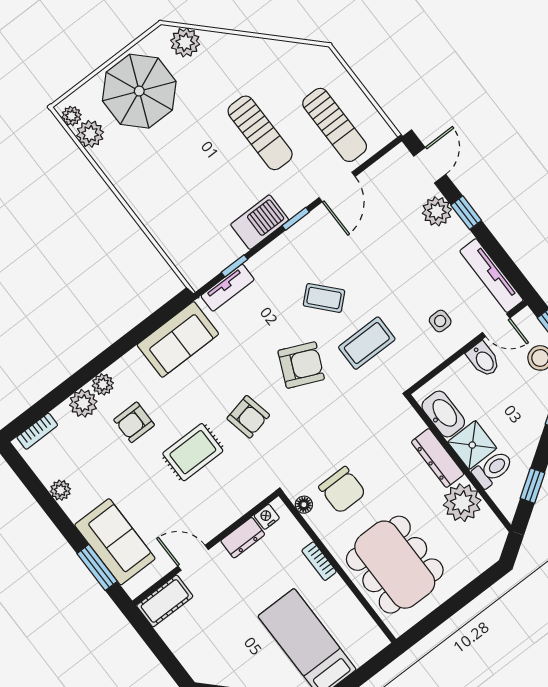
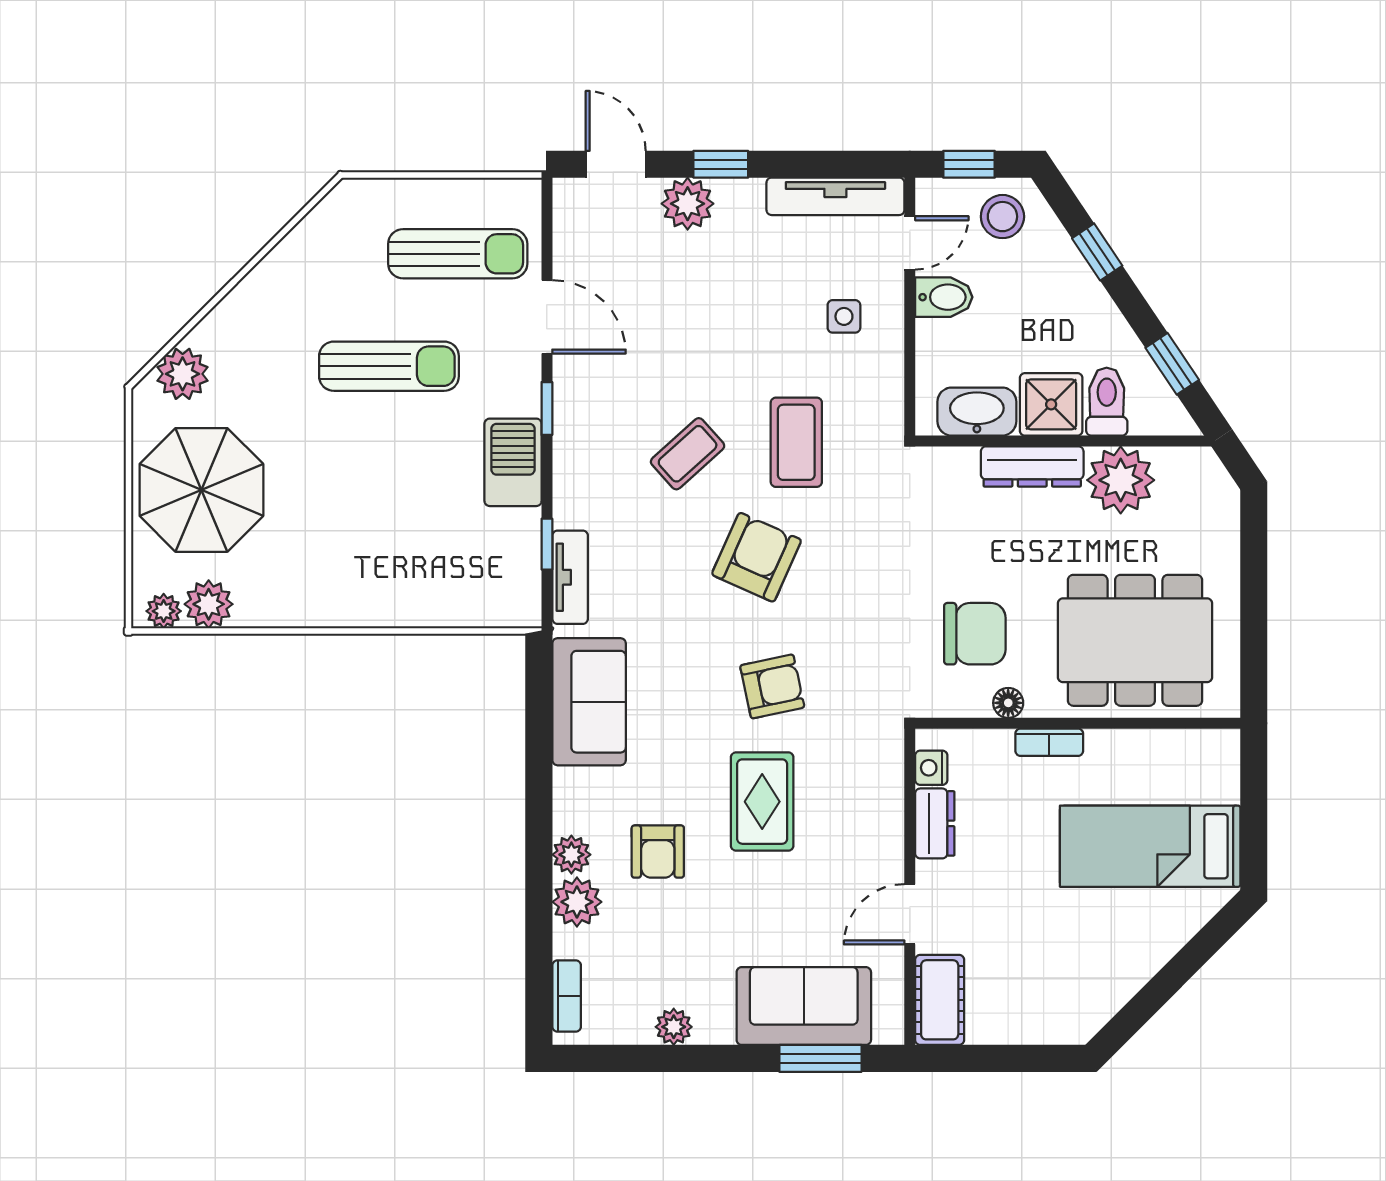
floor lamp: (304, 505) -> (1008, 703), moved

